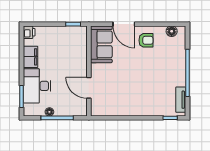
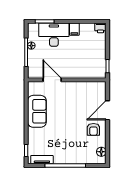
sofa: (101, 44) -> (37, 111), moved, turned -90
filing cabinet: (31, 57) -> (74, 29), width x0.50
door: (89, 88) -> (52, 80), hinge flipped

